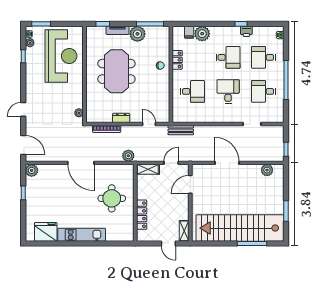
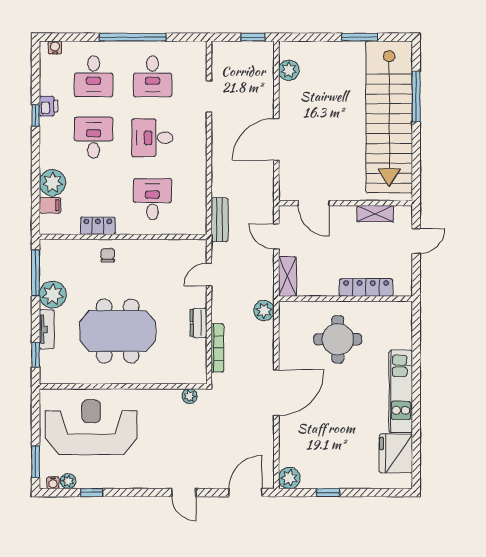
shelving: (184, 231) -> (375, 214), moved

